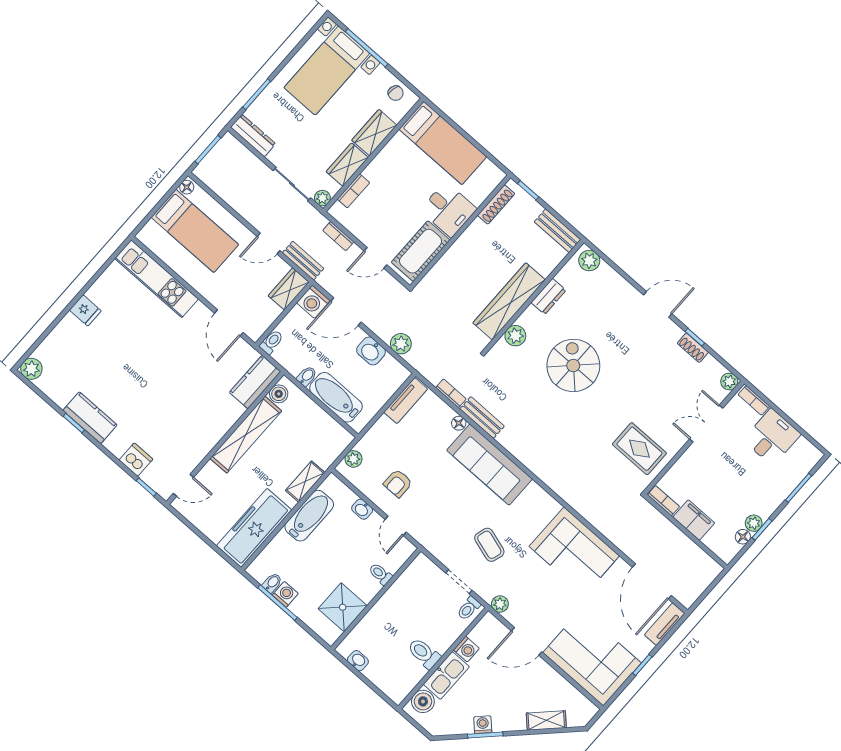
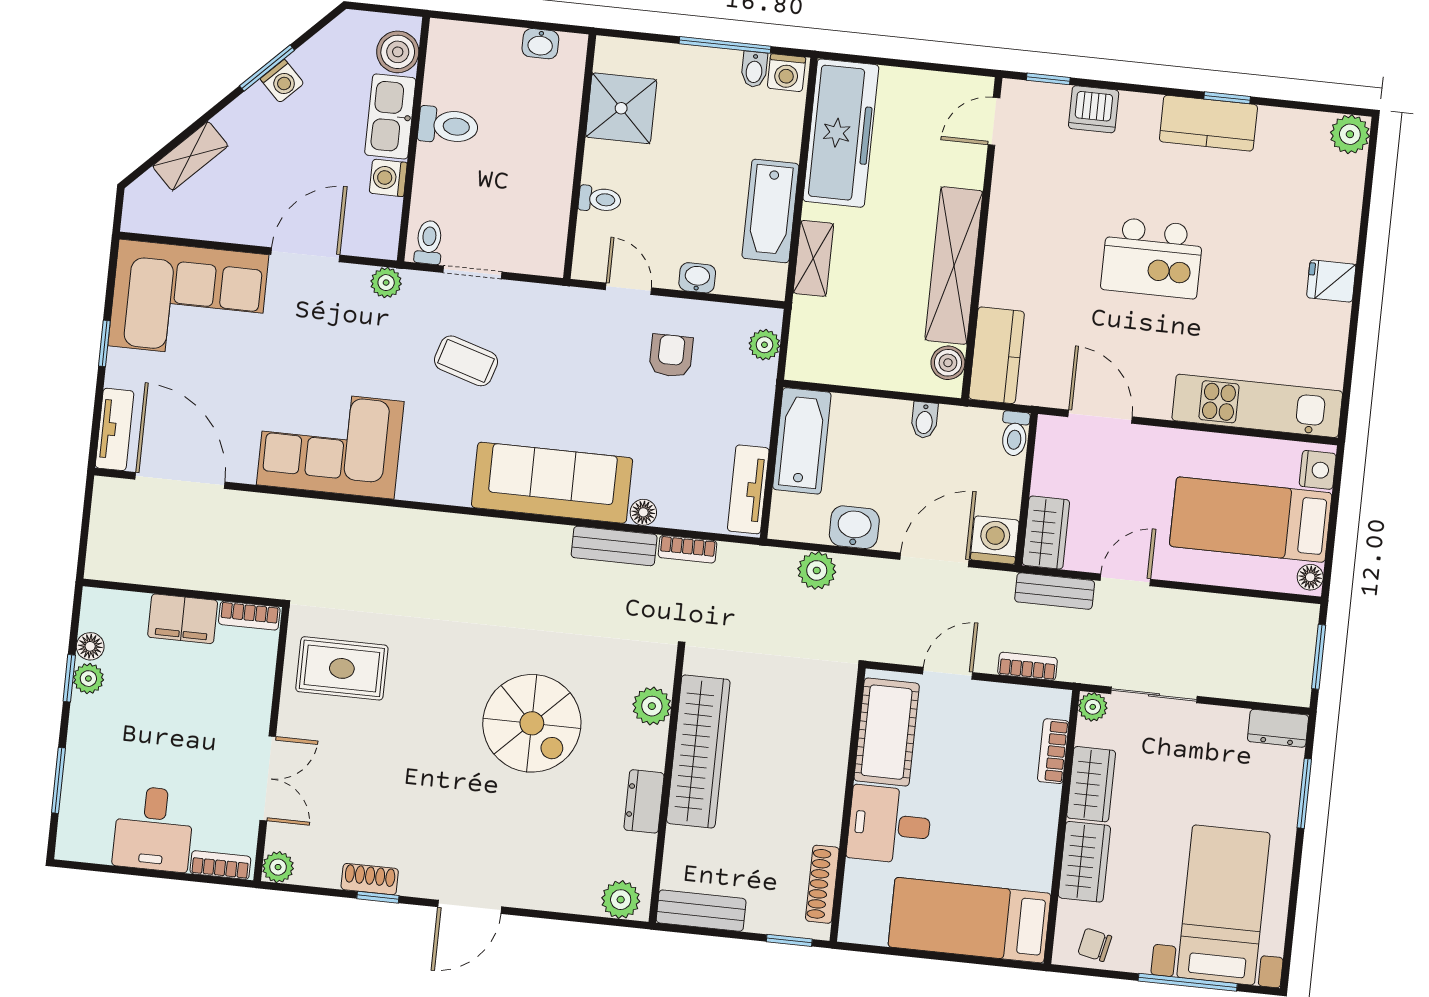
dresser: (253, 136) -> (1278, 728), width x0.70
nightstand: (150, 232) -> (1318, 470), added
kitchen island: (157, 376) -> (1152, 258), added
bathtub: (336, 397) -> (802, 441), moved, turned -90
washing machine: (285, 594) -> (786, 73), moved

